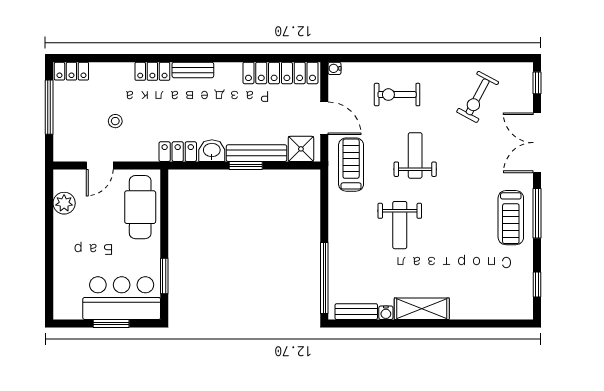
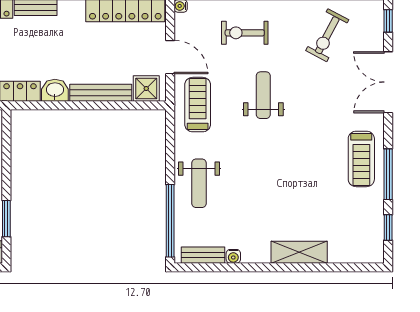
window: (246, 165) -> (90, 105), removed
window: (537, 213) -> (388, 174), moved
weight bench: (400, 225) -> (199, 183), moved
shelving: (422, 309) -> (299, 252), moved

